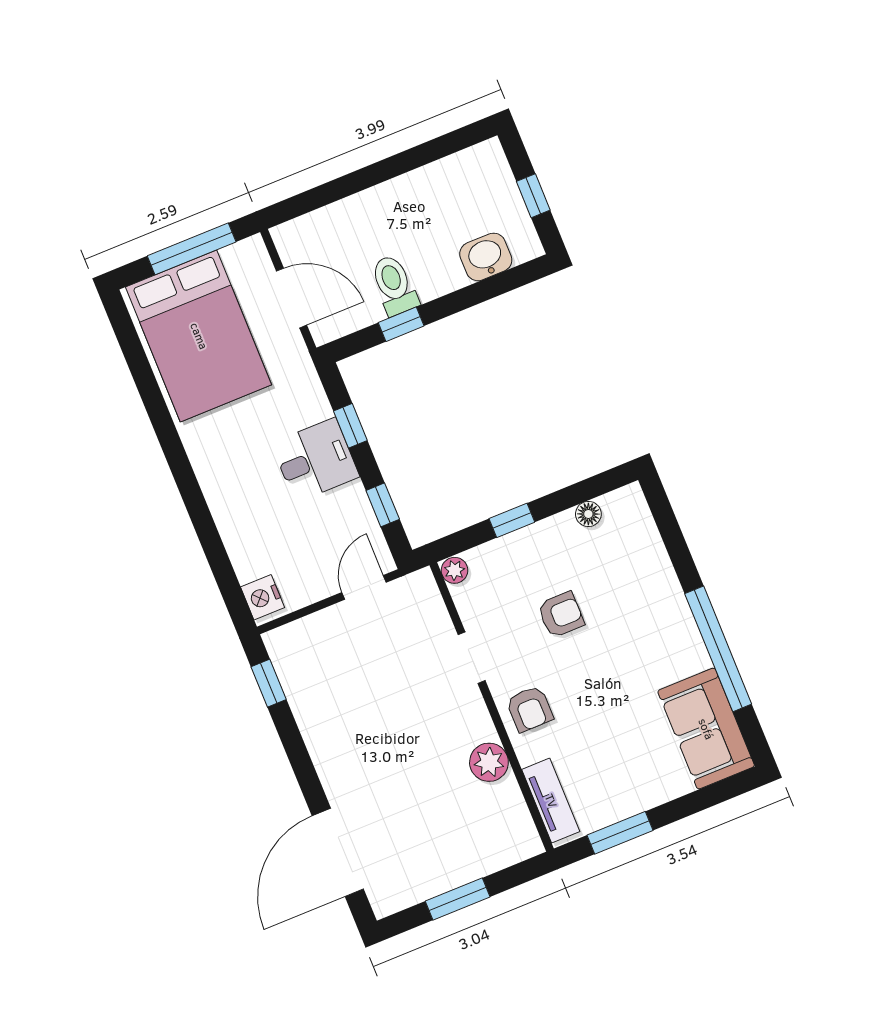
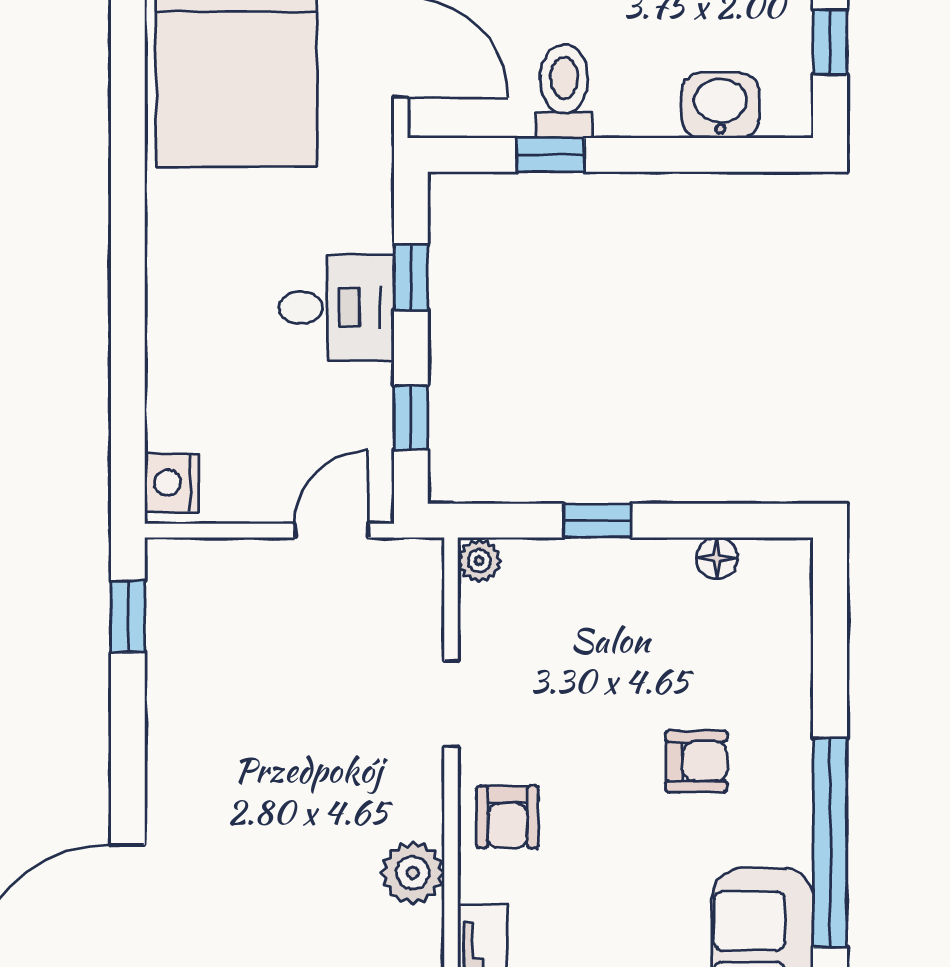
armchair: (561, 615) -> (696, 761), moved

